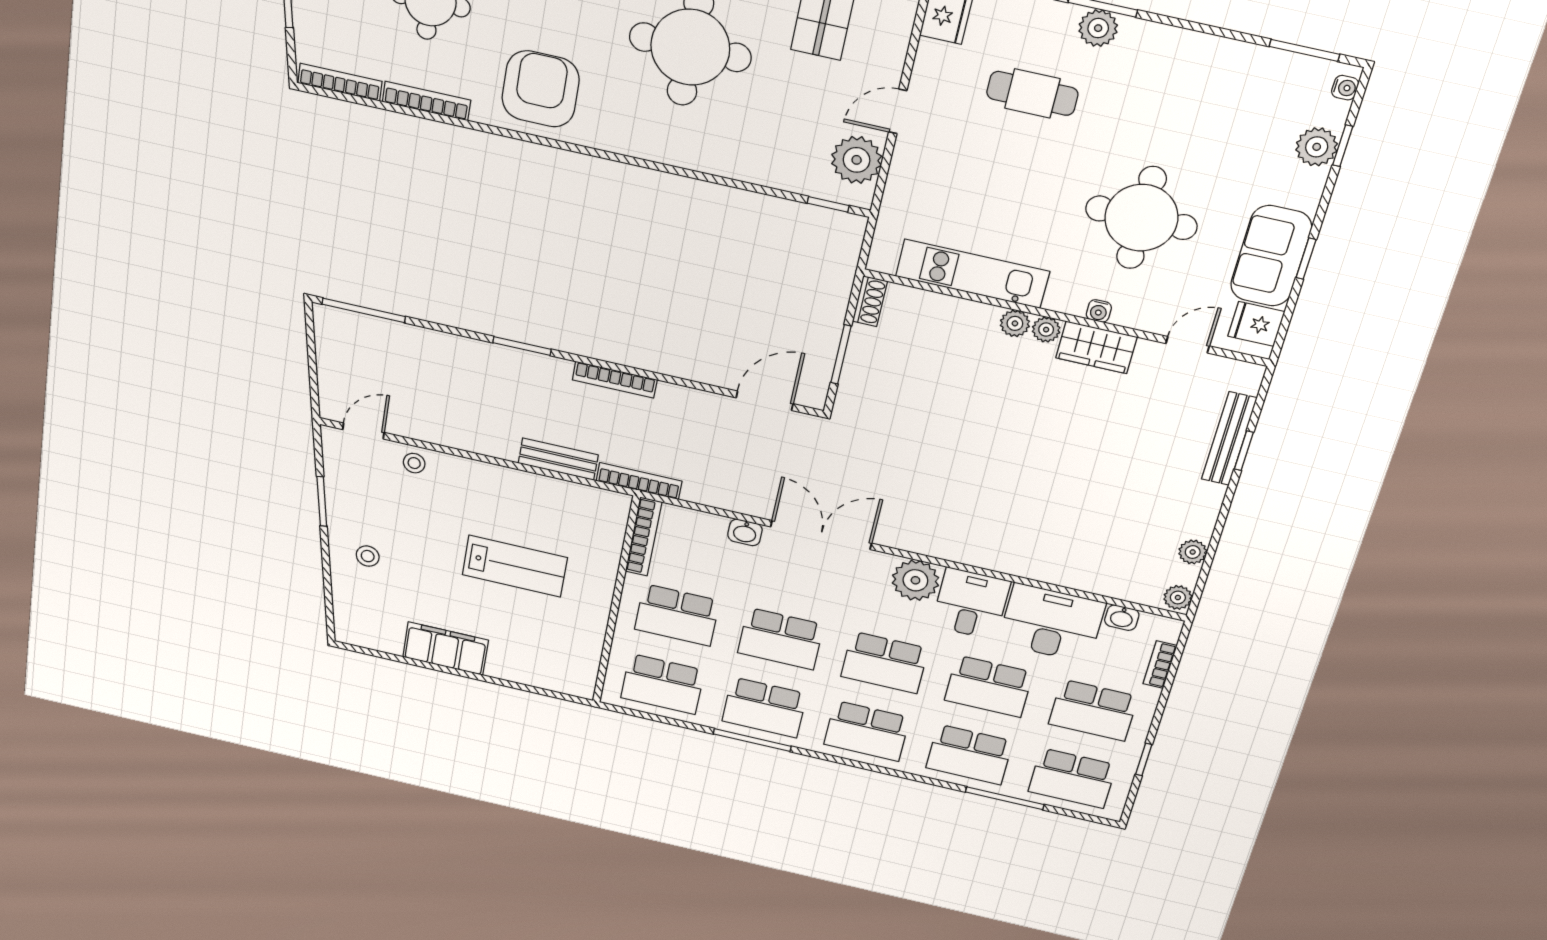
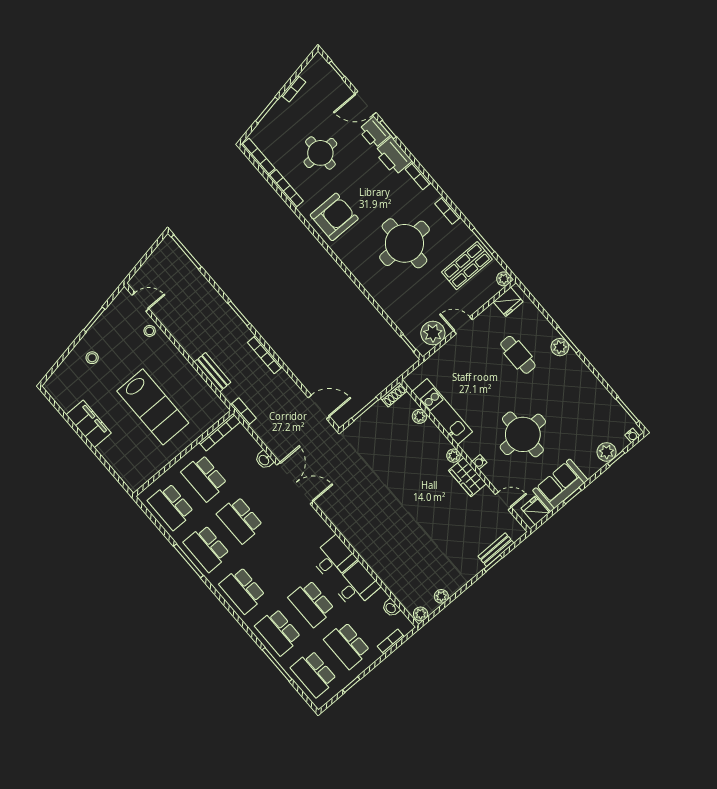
plant: (1015, 323) -> (419, 416), moved
bench: (1229, 439) -> (496, 550), width x0.73
bookcase: (639, 481) -> (243, 412), width x0.64
lab bench: (515, 566) -> (153, 407), width x1.36, depth x1.39
plant: (915, 580) -> (318, 531), removed
desk: (1052, 623) -> (356, 586), width x0.73
school desk: (885, 662) -> (276, 562), removed

